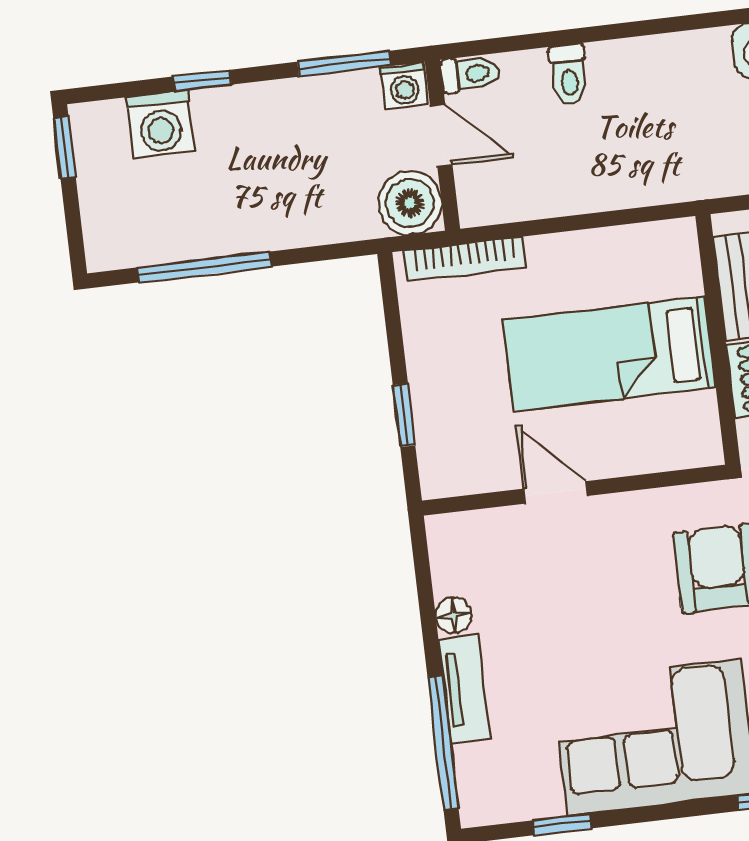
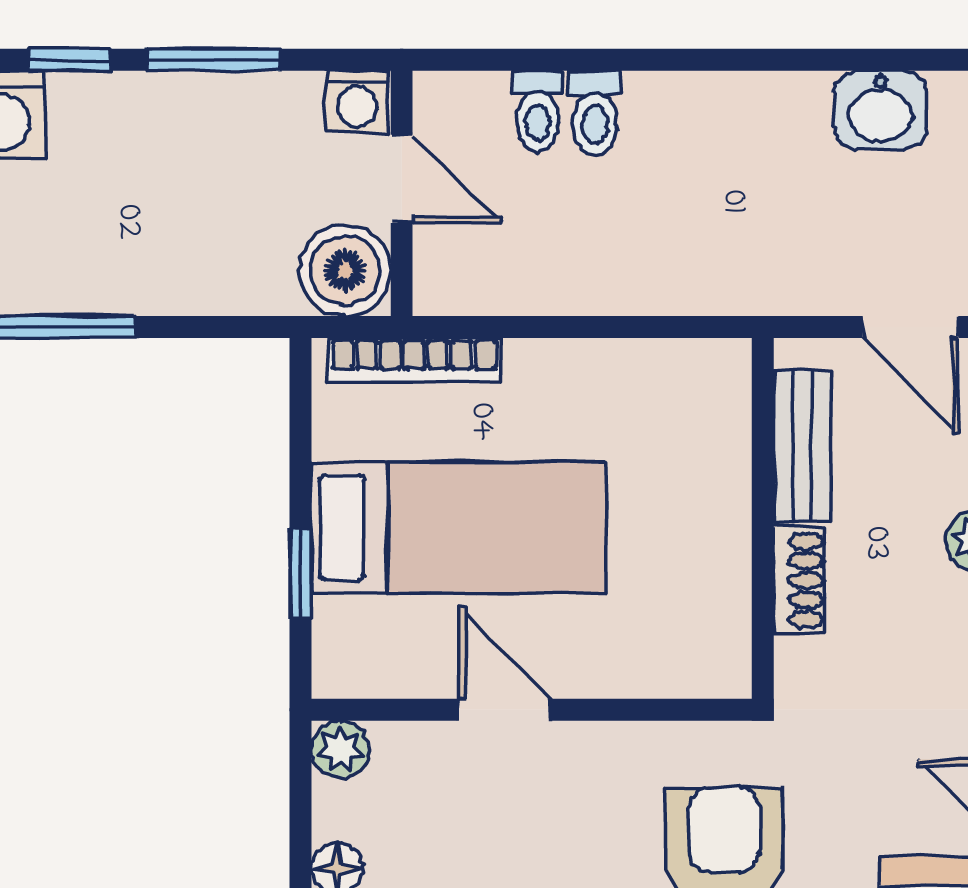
window: (344, 64) -> (213, 60), moved
toilet: (470, 74) -> (538, 111), moved, turned 90
bed: (609, 354) -> (458, 528), moved, turned 180
plant: (446, 533) -> (340, 750), added

